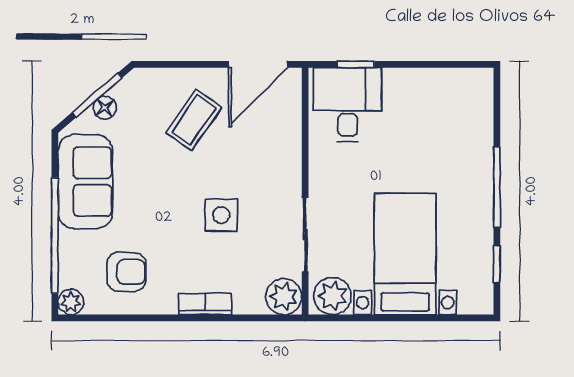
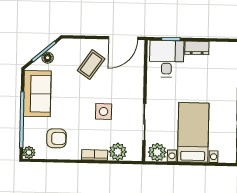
dresser: (409, 81) -> (197, 48), added
plant: (284, 297) -> (118, 152), moved

